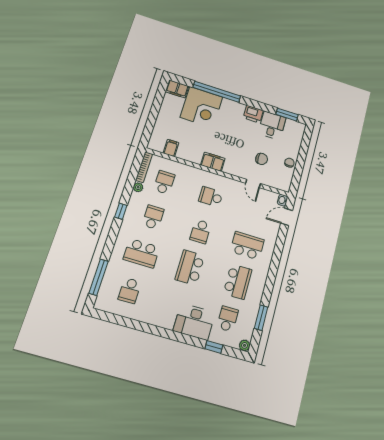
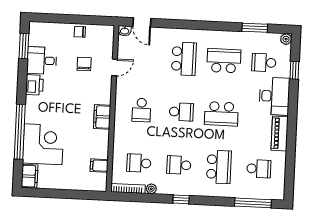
school desk: (247, 246) -> (184, 59), turned 180
piano: (158, 319) -> (280, 134), added

